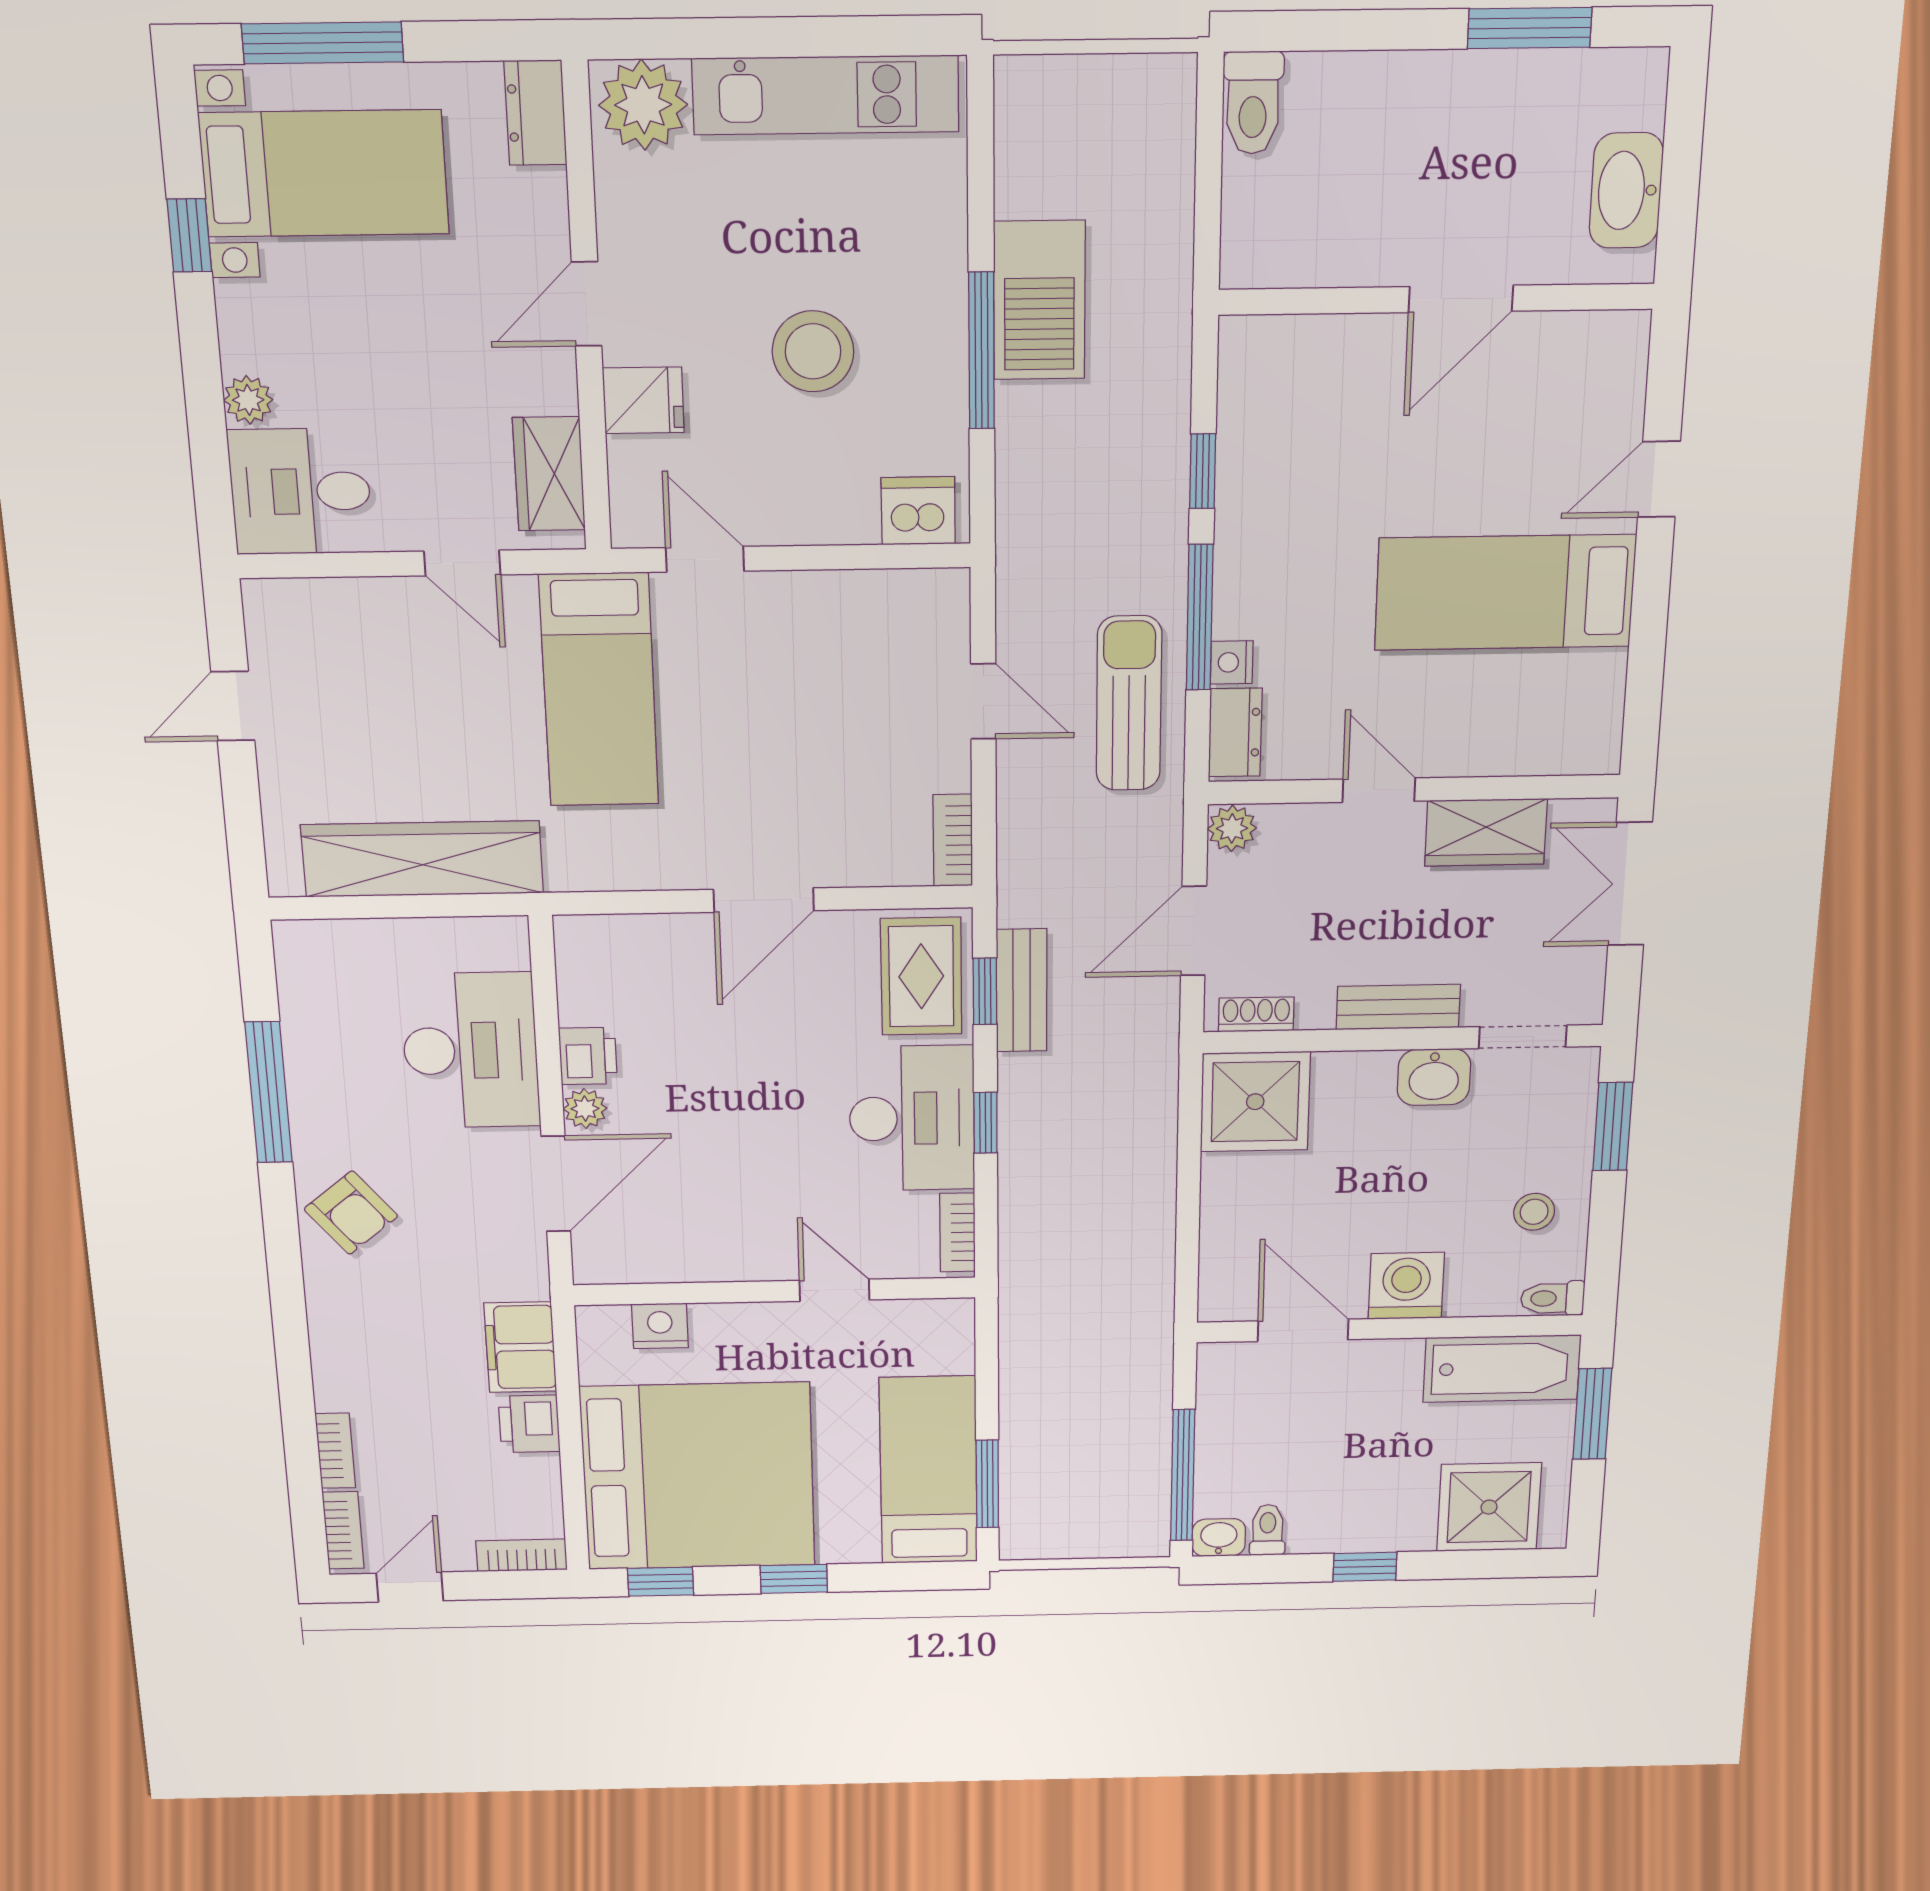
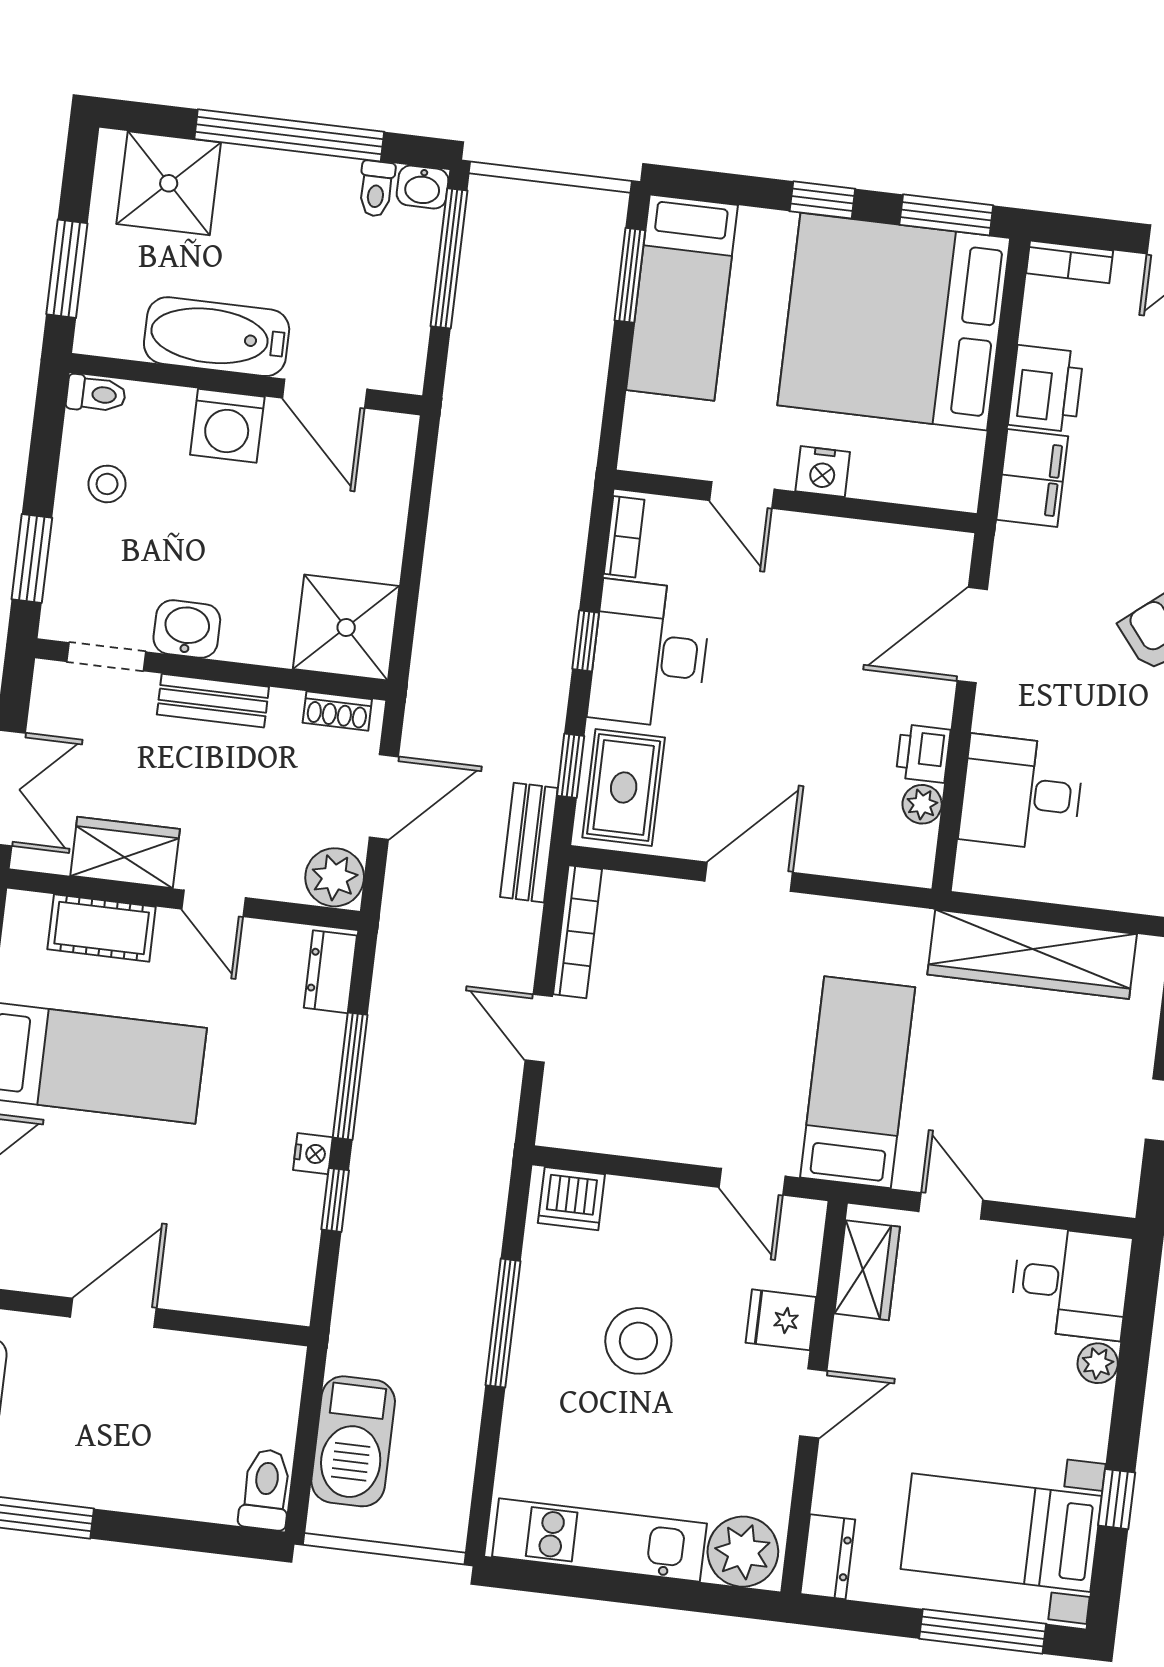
barbecue: (1039, 300) -> (353, 1441), moved, turned 180
nightstand: (1232, 662) -> (313, 1154), moved
sun lounger: (1129, 703) -> (417, 1010), removed
cot: (1507, 746) -> (102, 928), added
plant: (1232, 828) -> (335, 877), width x1.38, depth x1.38
bookcase: (953, 840) -> (577, 932), width x1.56
bench: (1022, 990) -> (529, 843), moved
desk: (470, 1050) -> (1022, 793), width x0.73
plant: (585, 1109) -> (922, 804), moved
nightstand: (660, 1326) -> (823, 472), moved
bathtub: (1502, 1369) -> (217, 337), moved
printer: (529, 1424) -> (1046, 389), width x1.36, depth x1.24
window: (1365, 1567) -> (289, 135), width x3.17
window: (661, 1582) -> (946, 215), width x1.50

